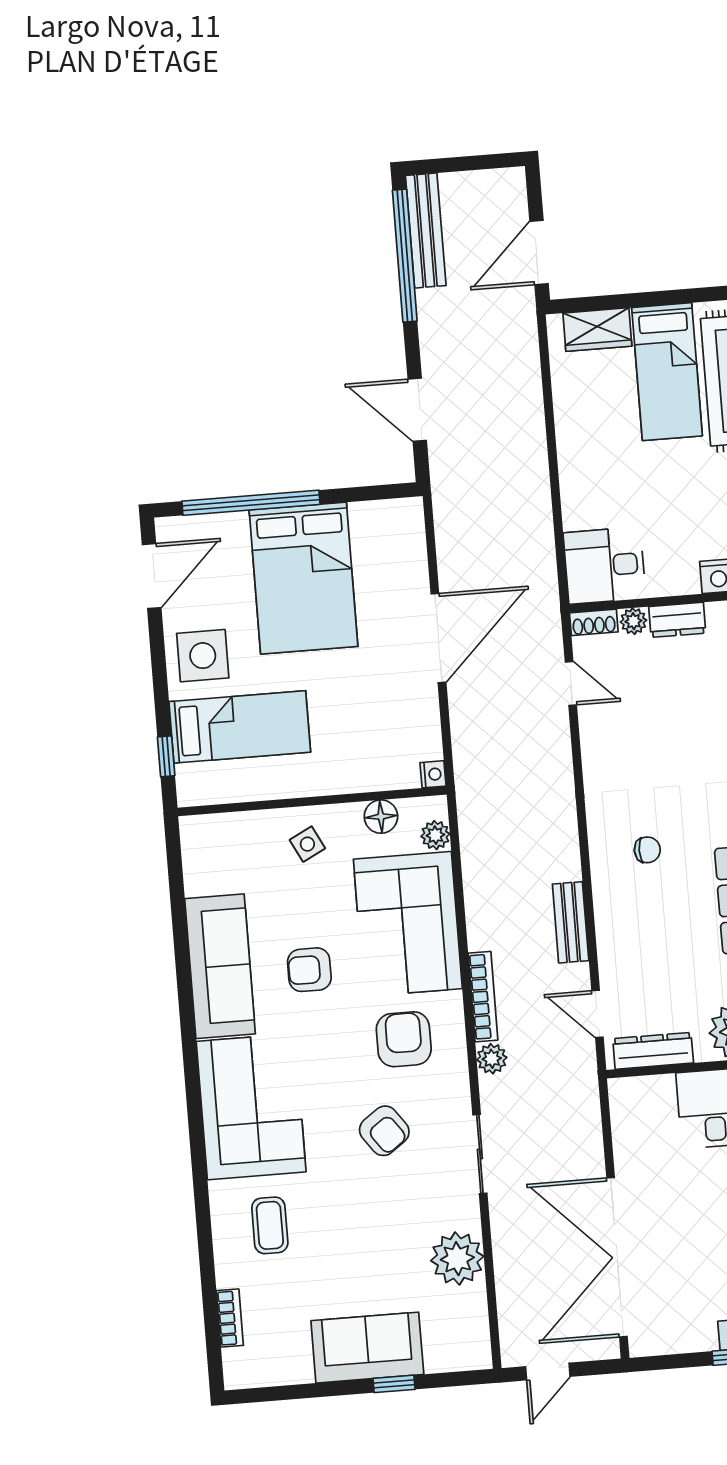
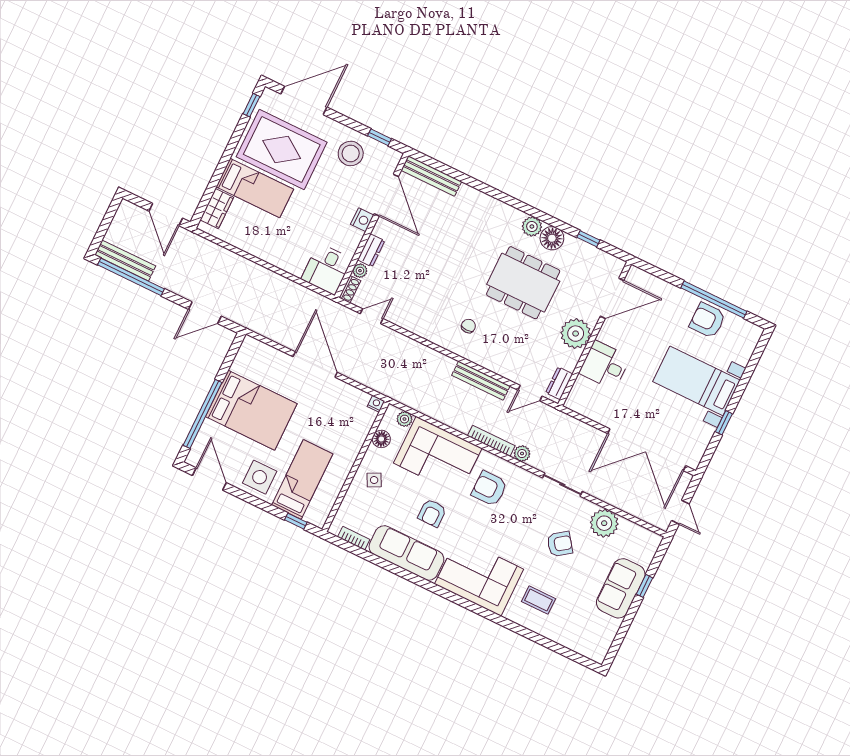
bench: (571, 922) -> (481, 381), width x1.36
dresser: (653, 1051) -> (559, 383), width x0.70
armchair: (384, 1131) -> (560, 544), moved
bookcase: (230, 1318) -> (354, 538), moved

